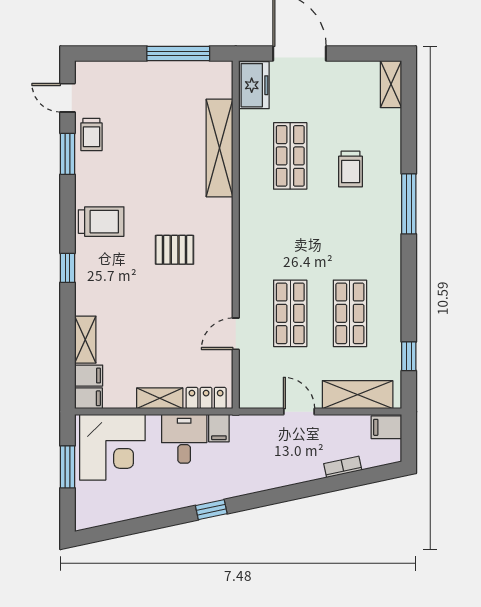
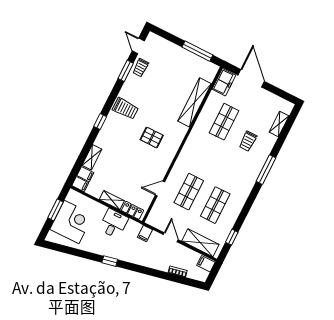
shelving: (391, 84) -> (279, 124), moved
filing cabinet: (219, 428) -> (145, 233), moved
corner desk: (112, 447) -> (72, 222), moved, turned -90

